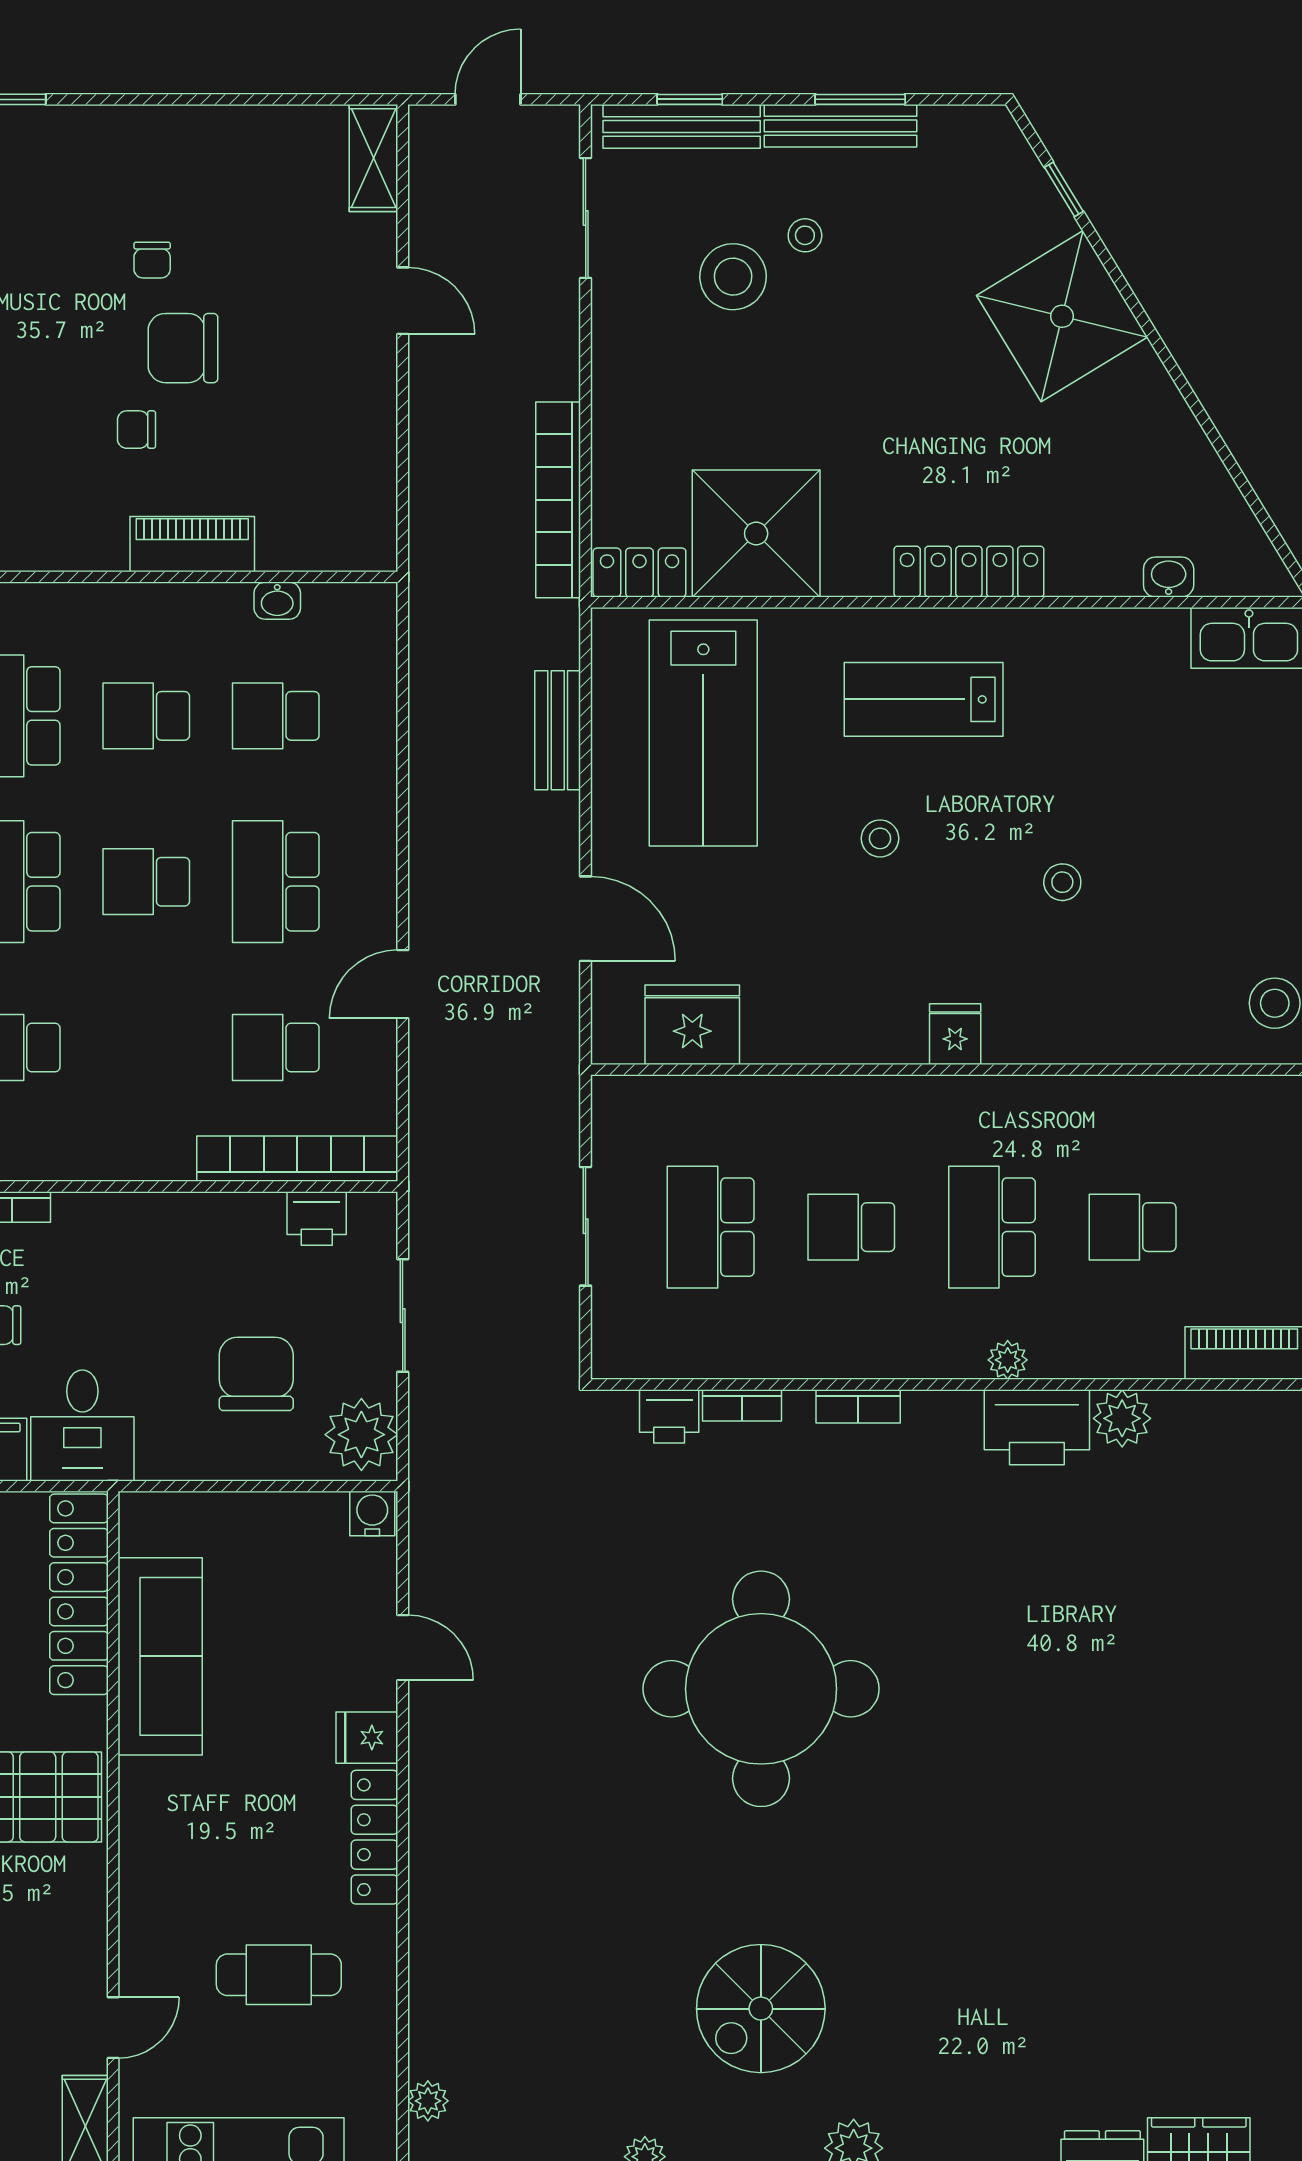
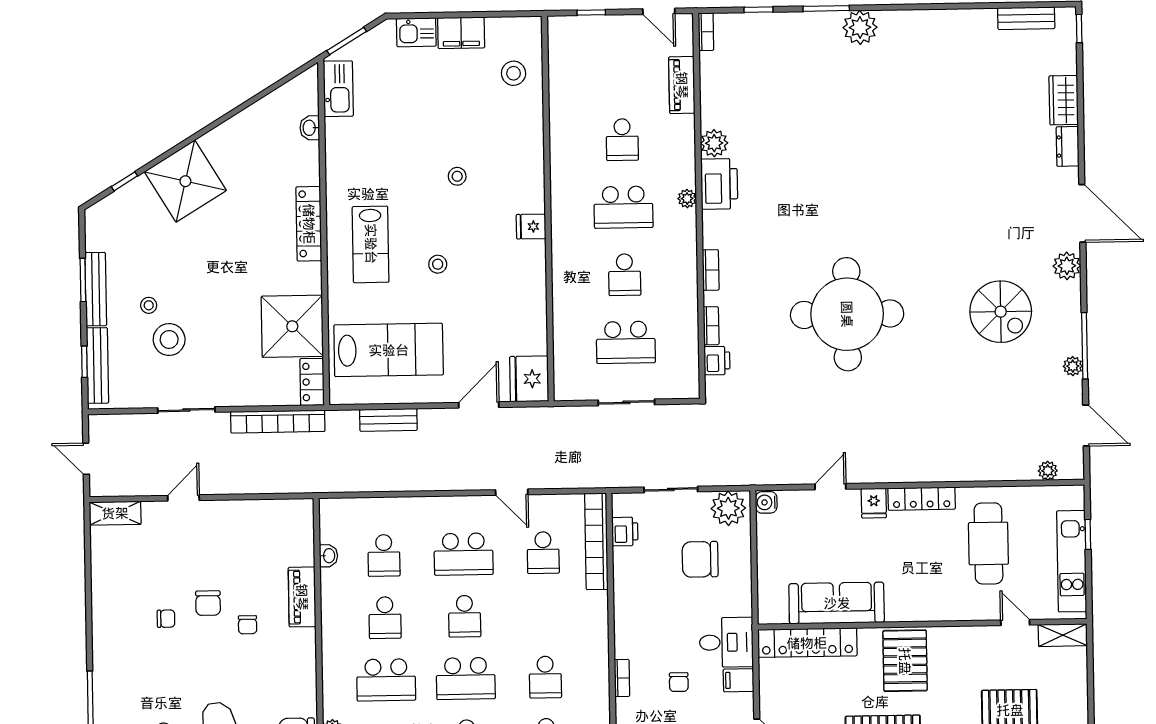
sliding door: (586, 218) -> (186, 410), moved
chair: (183, 348) -> (208, 603), width x0.73, depth x0.73
fridge: (692, 1025) -> (529, 379), moved
cafe table: (279, 1975) -> (988, 543), width x1.37, depth x1.35

